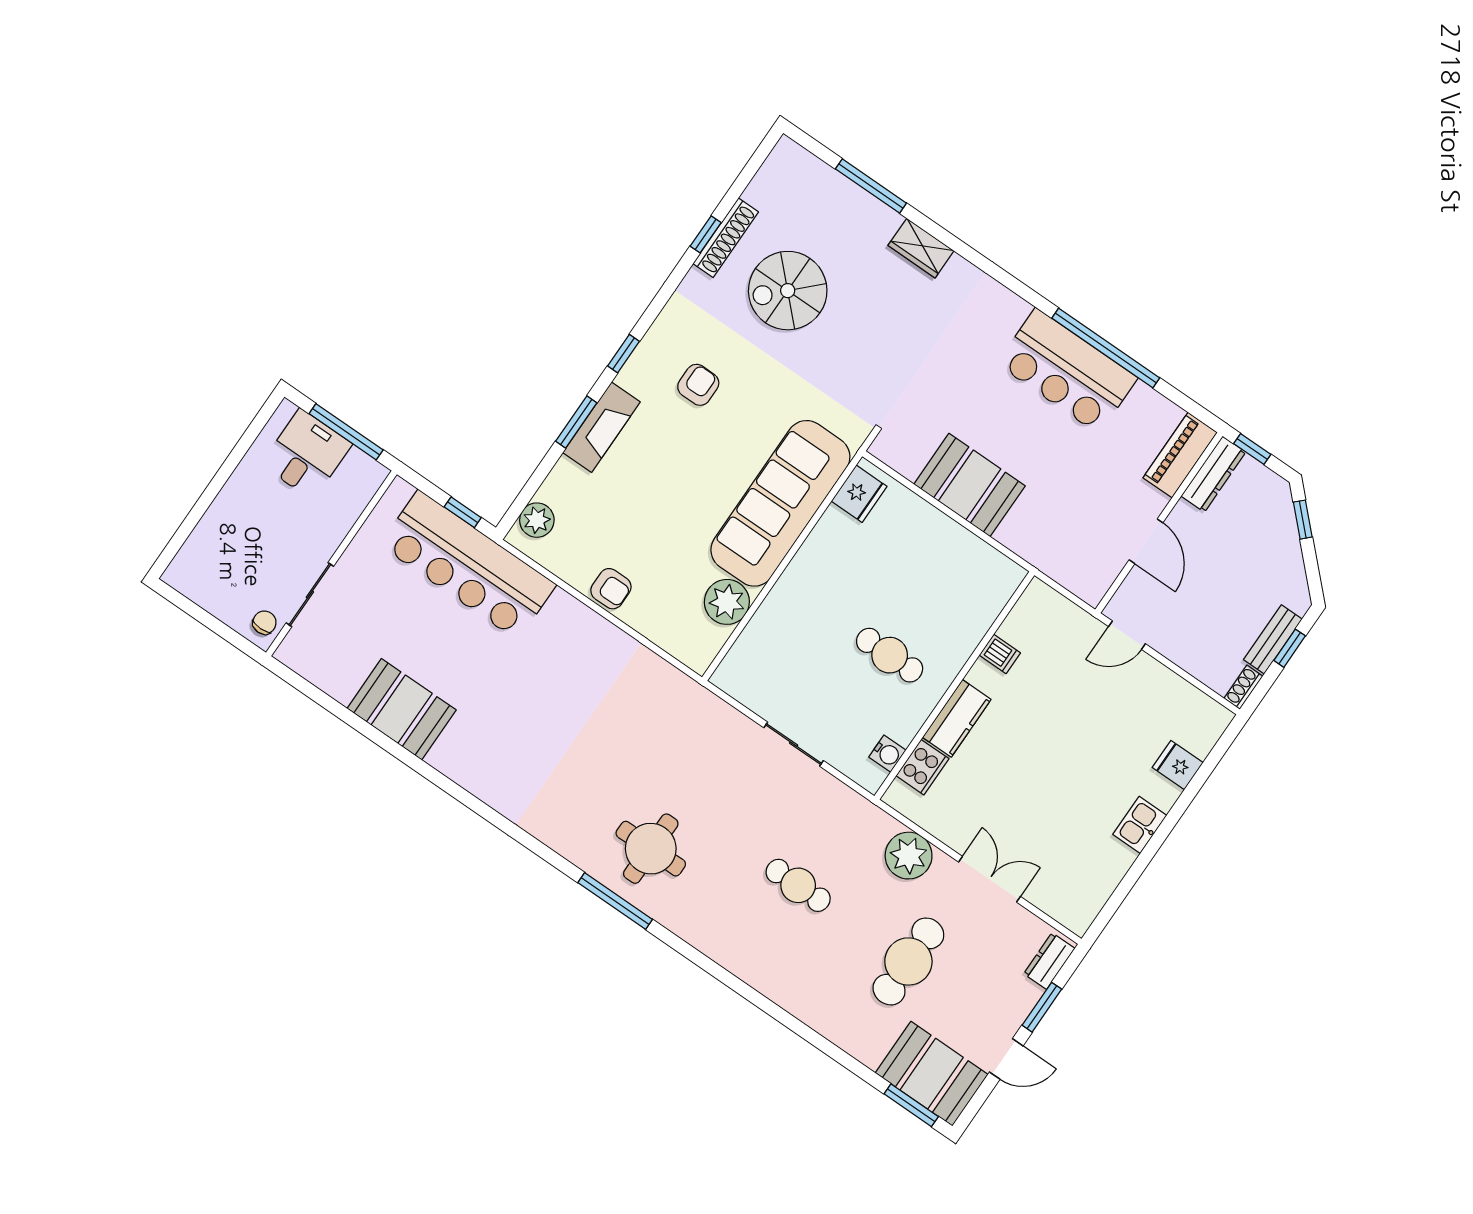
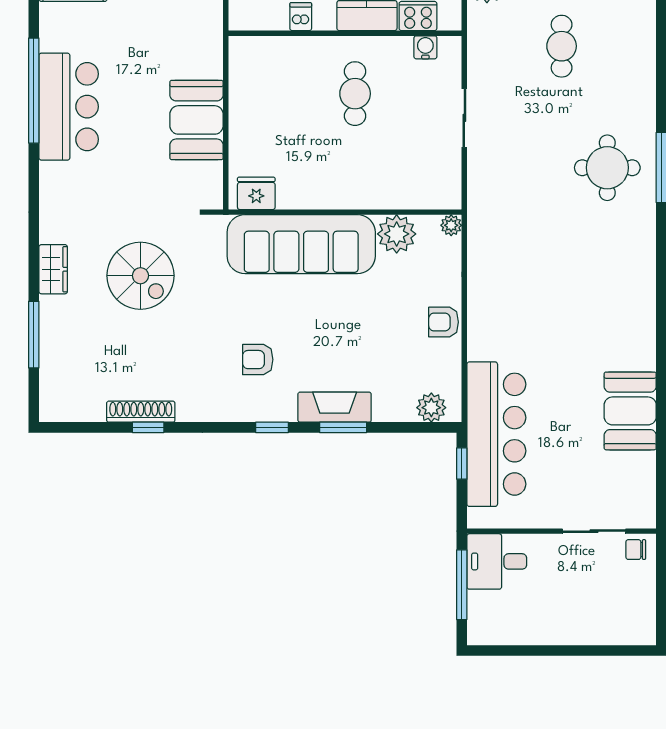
spiral stairs: (788, 291) -> (140, 276), moved
desk: (307, 454) -> (497, 561), moved
armchair: (611, 589) -> (444, 322), turned -90
plant: (699, 660) -> (451, 225), added

